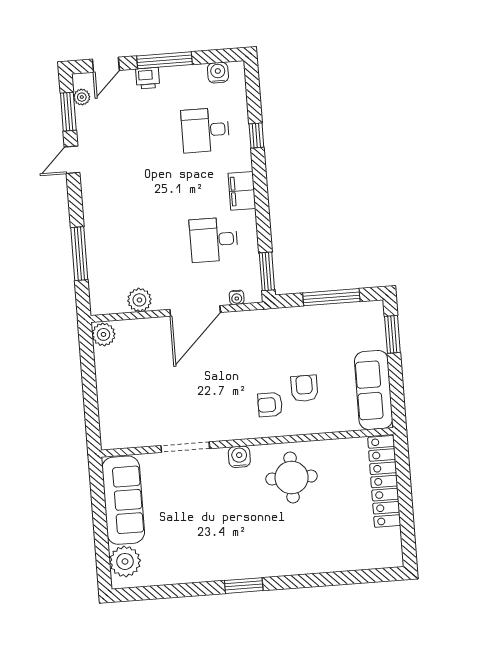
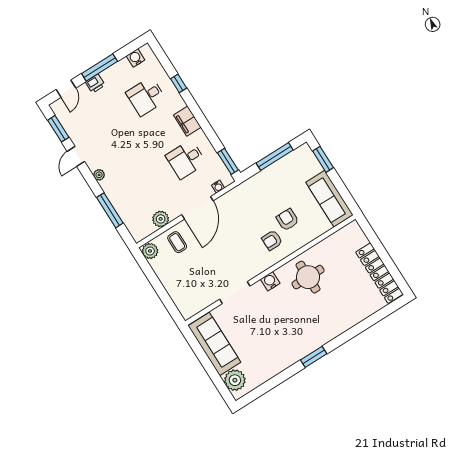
plant: (82, 97) -> (99, 175), moved
coffee table: (145, 342) -> (177, 242), added
locker: (384, 481) -> (379, 273), moved

